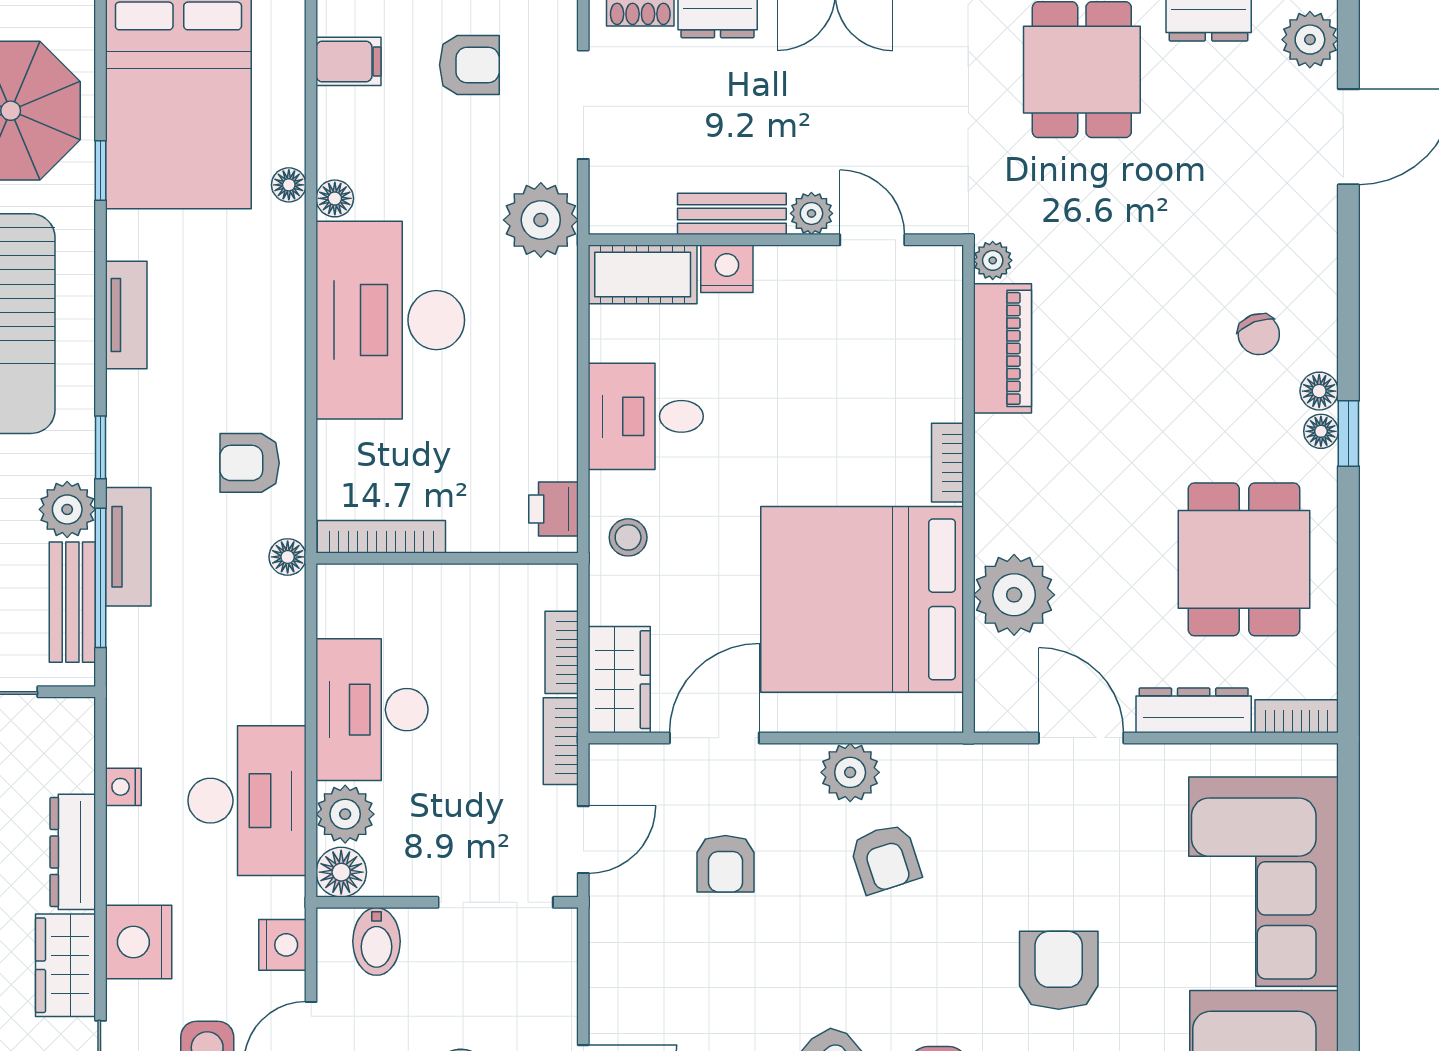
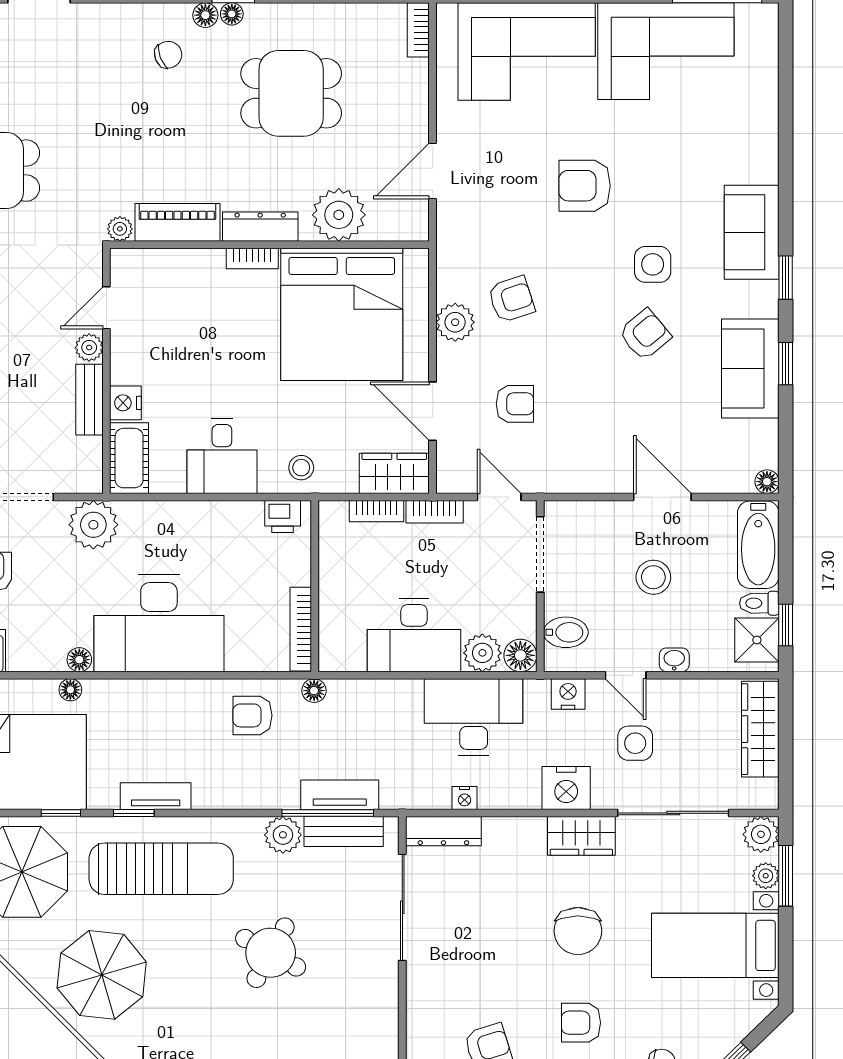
window: (101, 447) -> (134, 813), moved
armchair: (250, 463) -> (252, 715), turned 90
tv unit: (128, 547) -> (340, 795), moved
dining table: (1244, 559) -> (291, 93), moved
dresser: (1194, 710) -> (260, 227), moved, turned 90
dresser: (73, 852) -> (443, 831), moved

